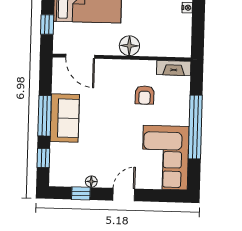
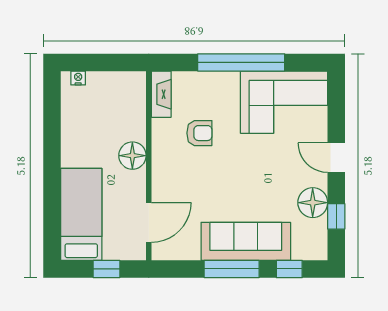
sofa: (65, 118) -> (246, 241), width x1.36
floor lamp: (91, 182) -> (313, 203), width x1.89, depth x1.89

